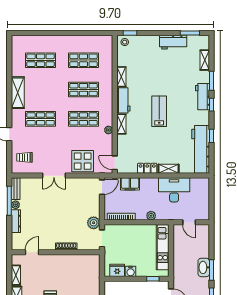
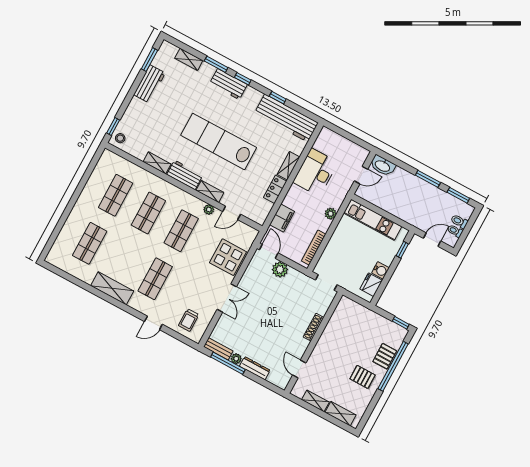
lab bench: (159, 111) -> (219, 141), width x1.86, depth x1.39
door: (115, 163) -> (232, 213), moved
plant: (94, 223) -> (280, 270), moved
washbasin: (204, 267) -> (383, 166), moved

